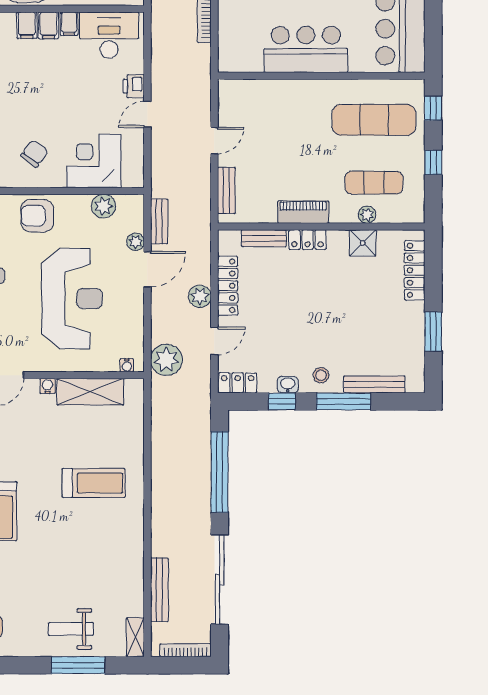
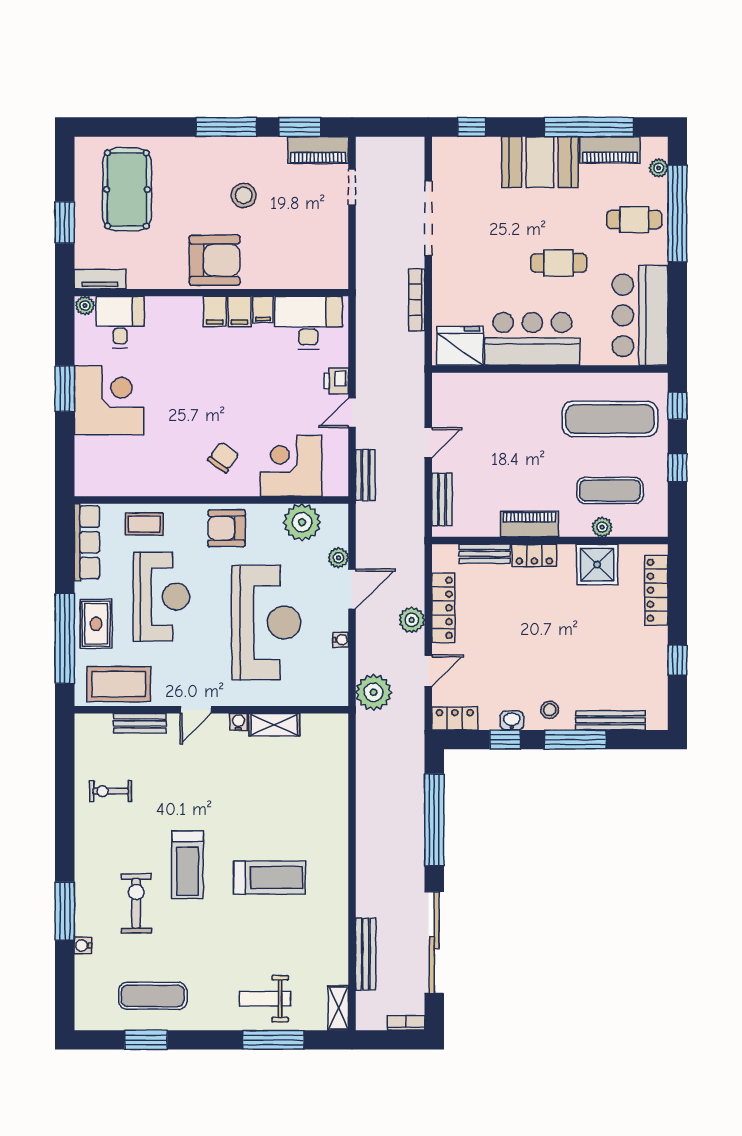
fridge: (242, 56) -> (460, 346), added
plant: (104, 206) -> (302, 522), width x1.36, depth x1.36
bench: (159, 222) -> (365, 475), moved
shower: (363, 243) -> (597, 565), width x1.36, depth x1.36
window: (433, 332) -> (677, 660), width x0.67
water cooler: (127, 365) -> (341, 640), moved, turned -90
shelving: (90, 392) -> (274, 725), width x0.67, depth x0.75
treadmill: (94, 483) -> (269, 878), moved
bookcase: (186, 650) -> (406, 1023), width x0.64

